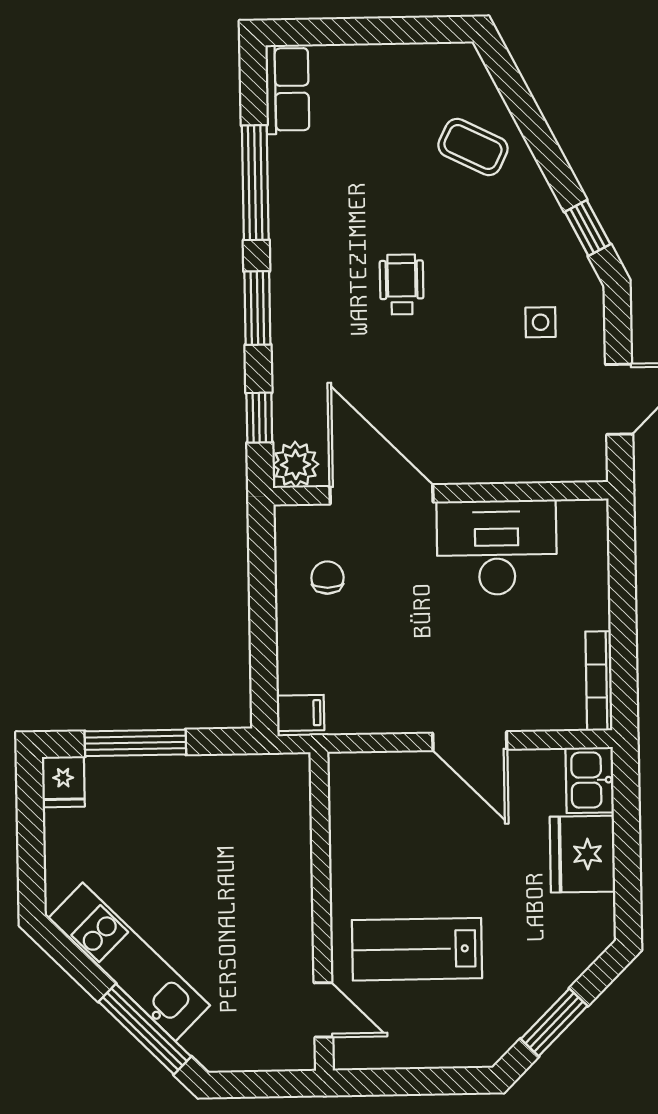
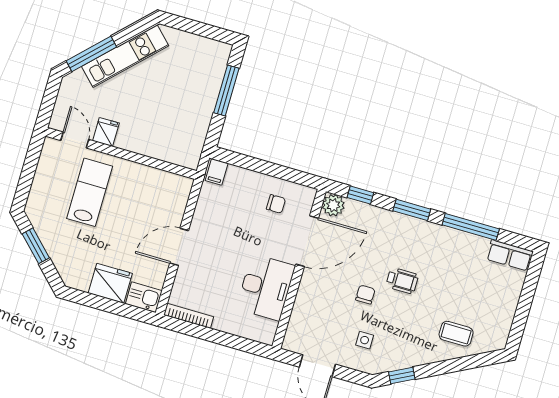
coffee table: (473, 147) -> (456, 334), turned 64
chair: (451, 348) -> (365, 295), added
fridge: (63, 782) -> (106, 132), moved, turned 90
door: (323, 1010) -> (75, 140), swing flipped

